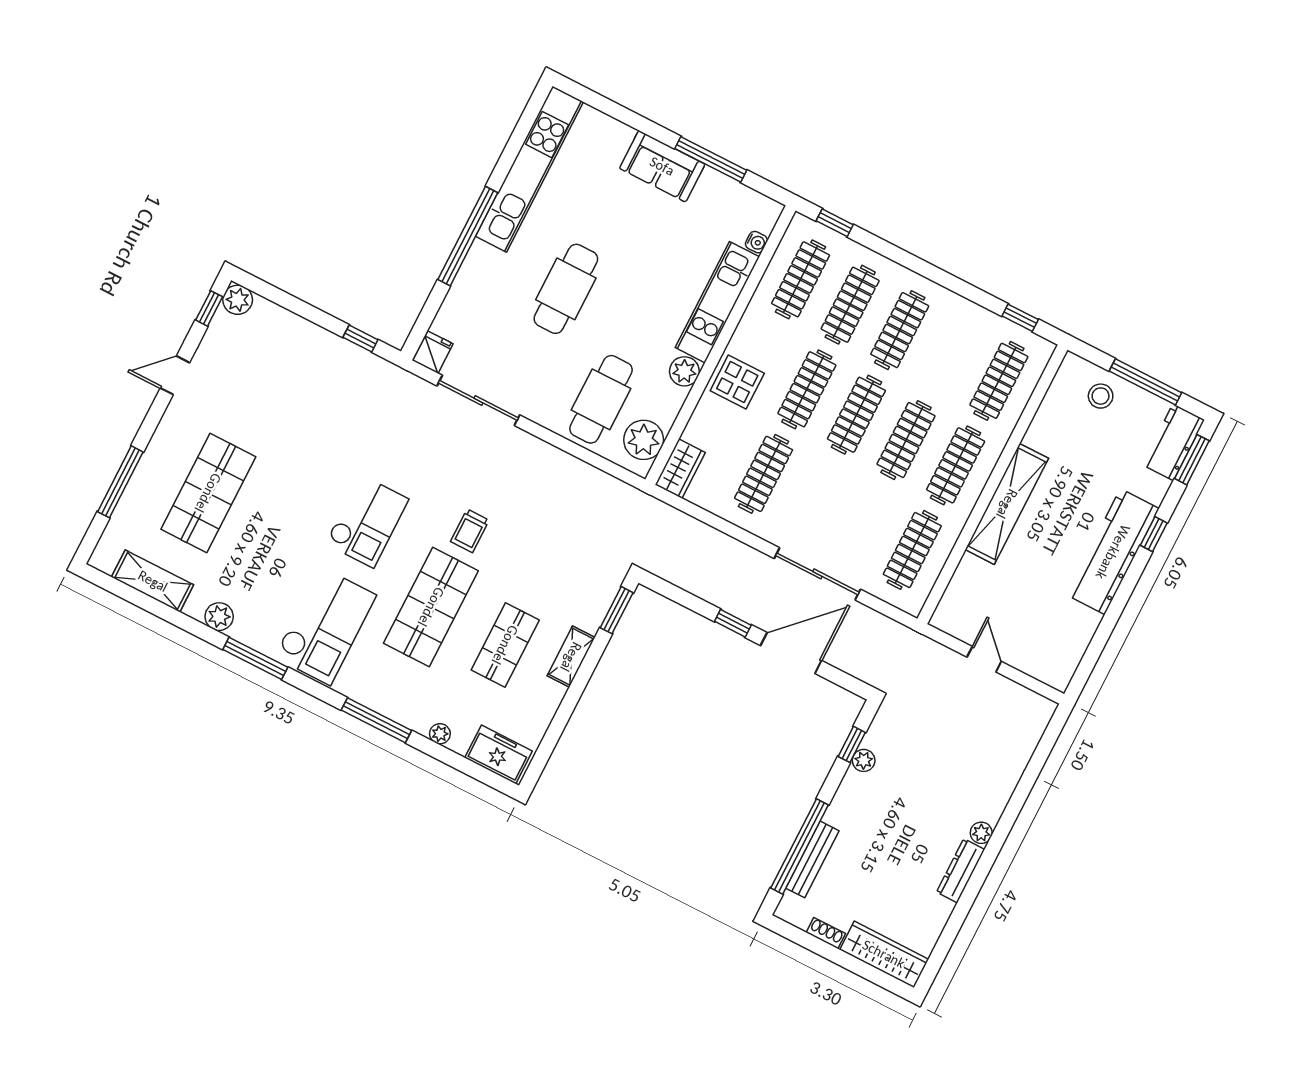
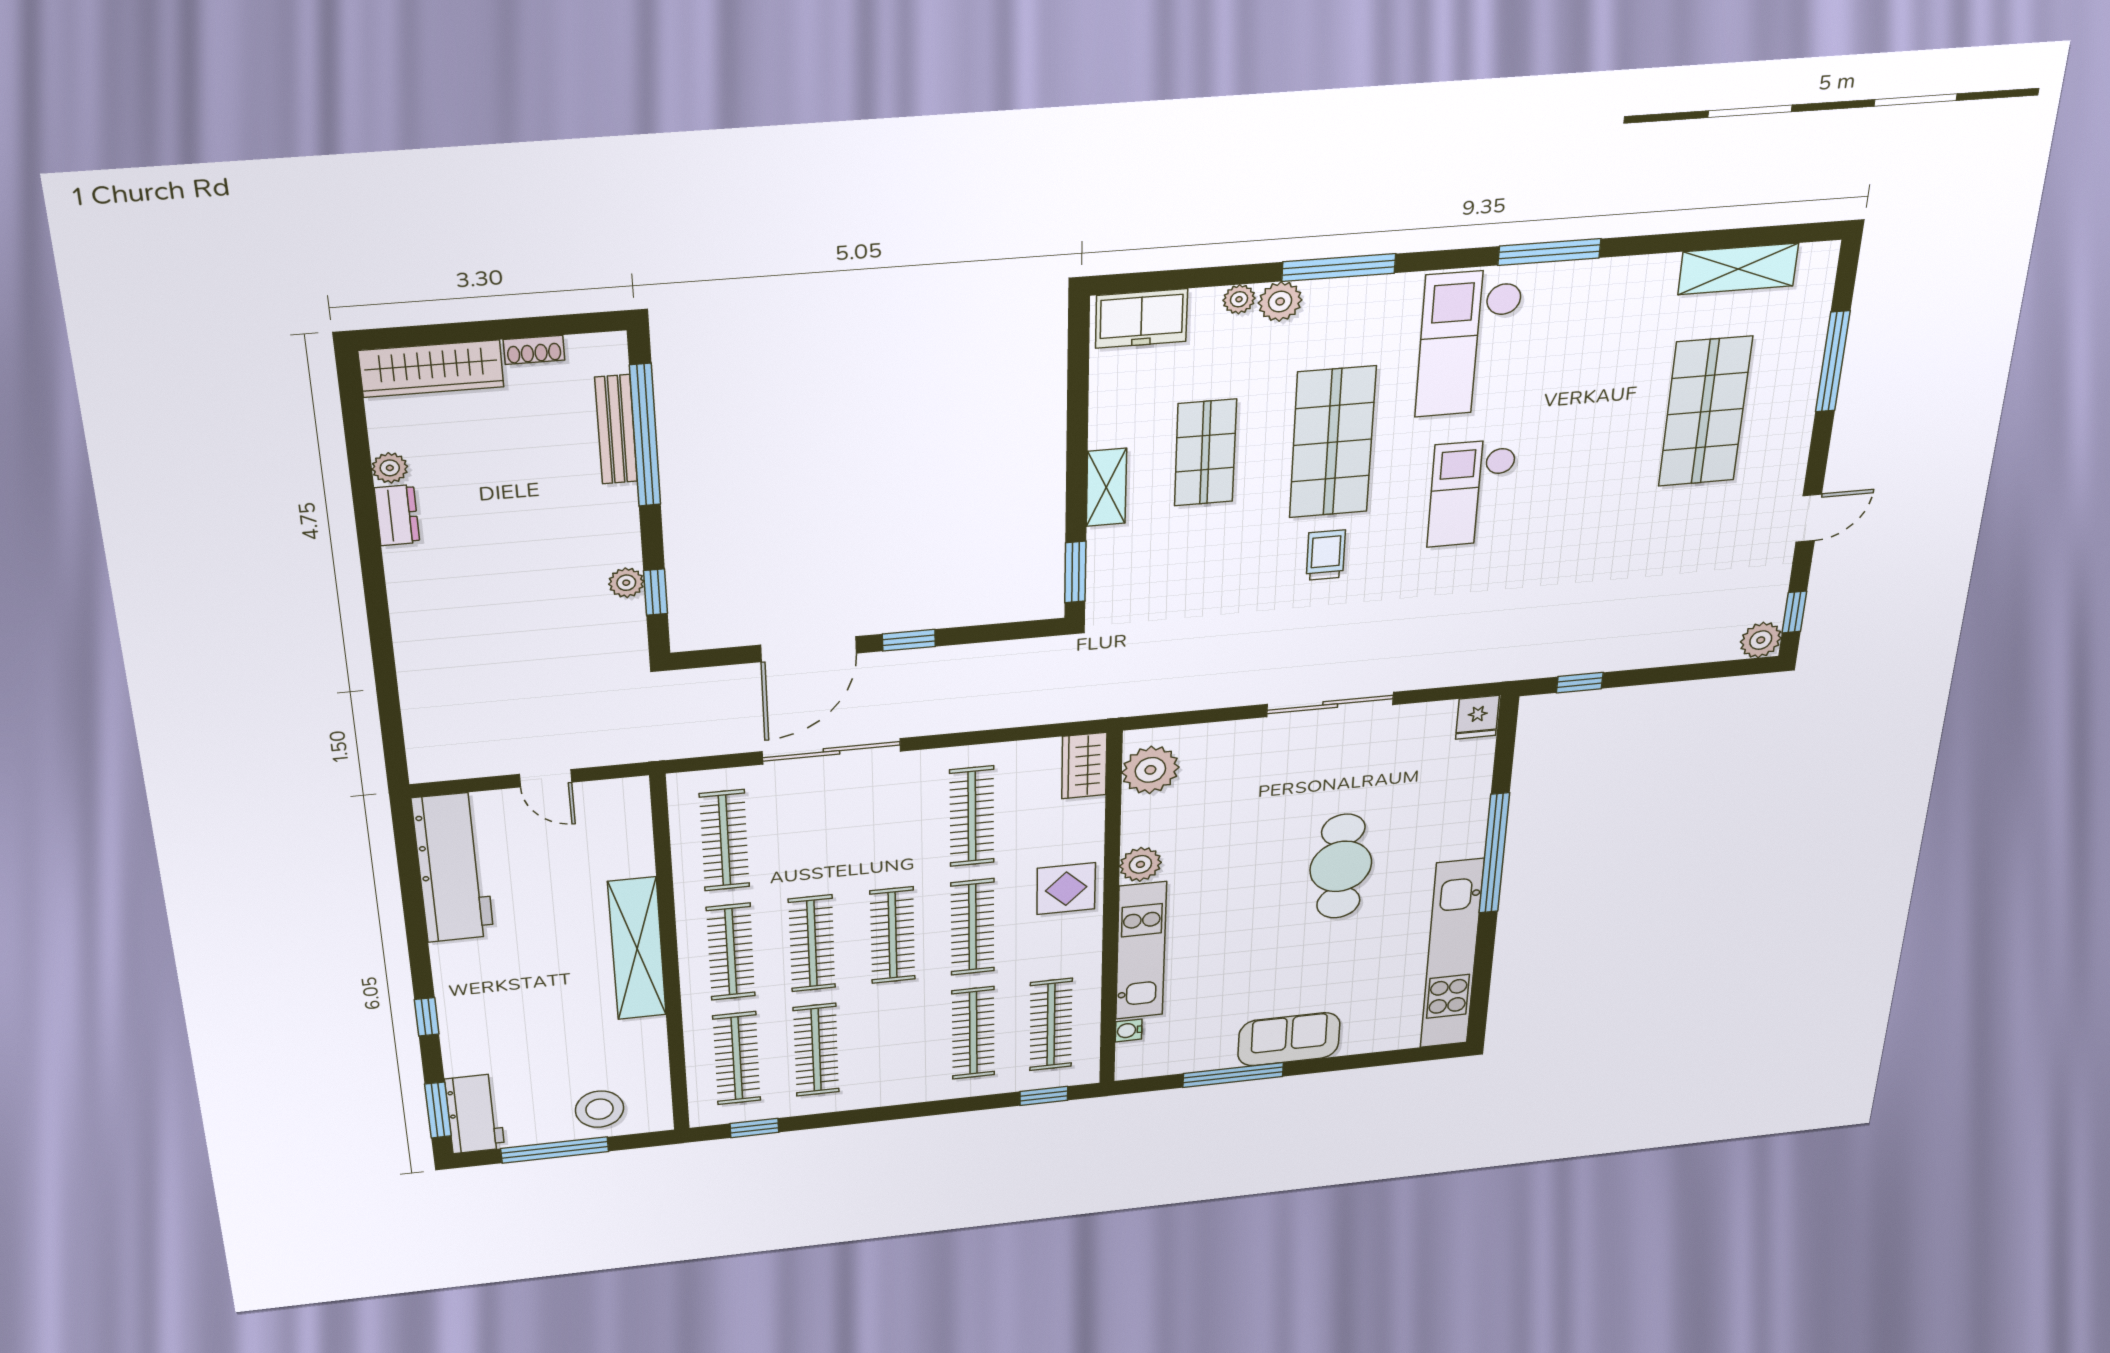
clothes rail: (900, 330) -> (816, 1050), moved
stool: (1101, 396) -> (600, 1109), width x1.38, depth x1.38
cafe table: (601, 399) -> (1231, 782), removed
sliding door: (478, 400) -> (1330, 704), moved
workbench: (1113, 552) -> (453, 868), moved
plant: (219, 617) -> (1280, 301), moved
plant: (981, 833) -> (390, 468), moved
dresser: (961, 871) -> (397, 515), width x0.70

